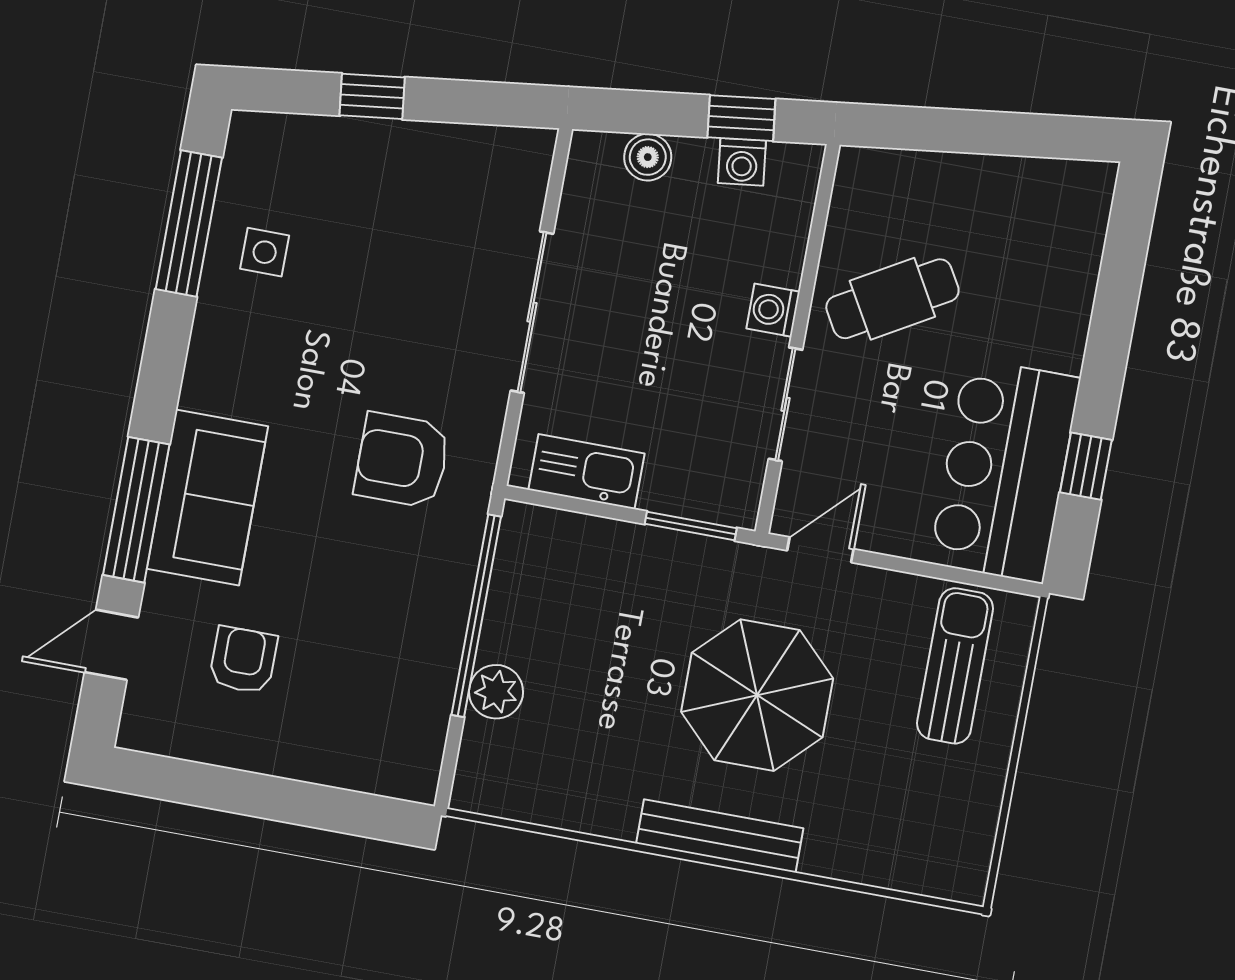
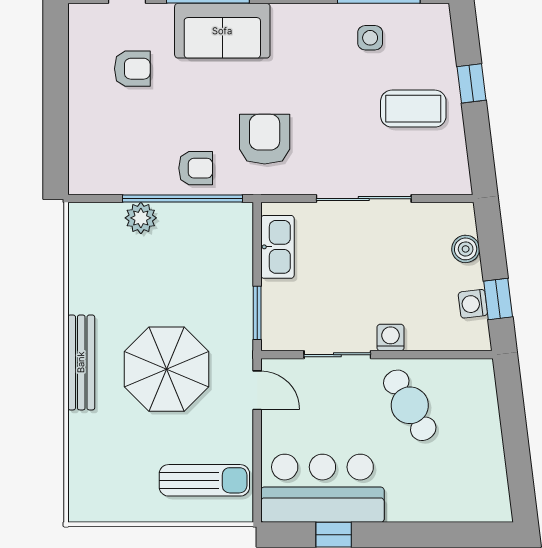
coffee table: (397, 202) -> (413, 109), added
armchair: (429, 584) -> (196, 168), added

